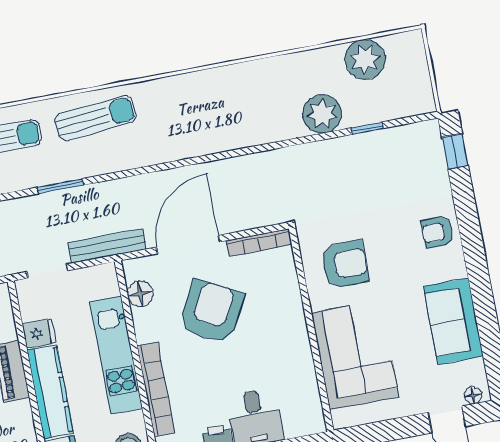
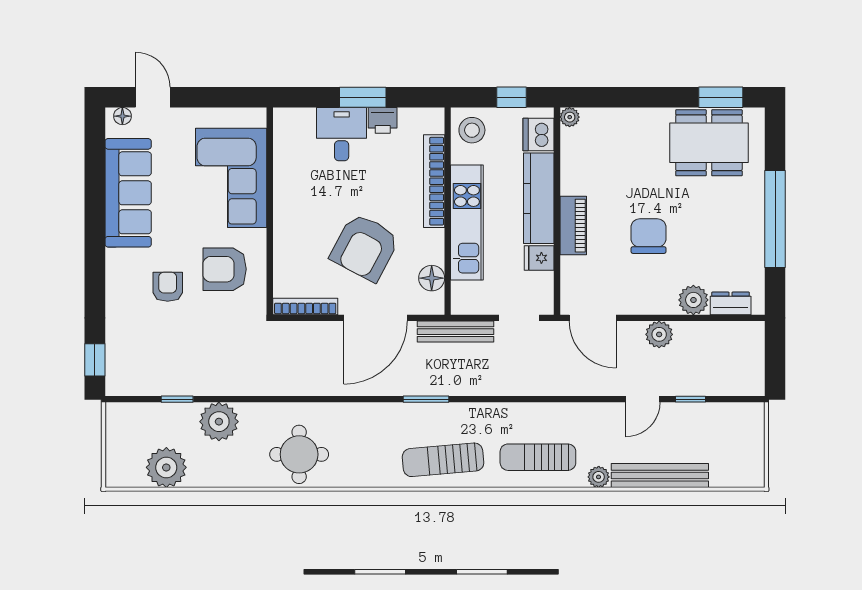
round table: (238, 97) -> (299, 454), added
window: (60, 186) -> (426, 399), moved
armchair: (437, 232) -> (168, 287), moved, turned -90
sofa: (453, 321) -> (128, 193), width x1.36

